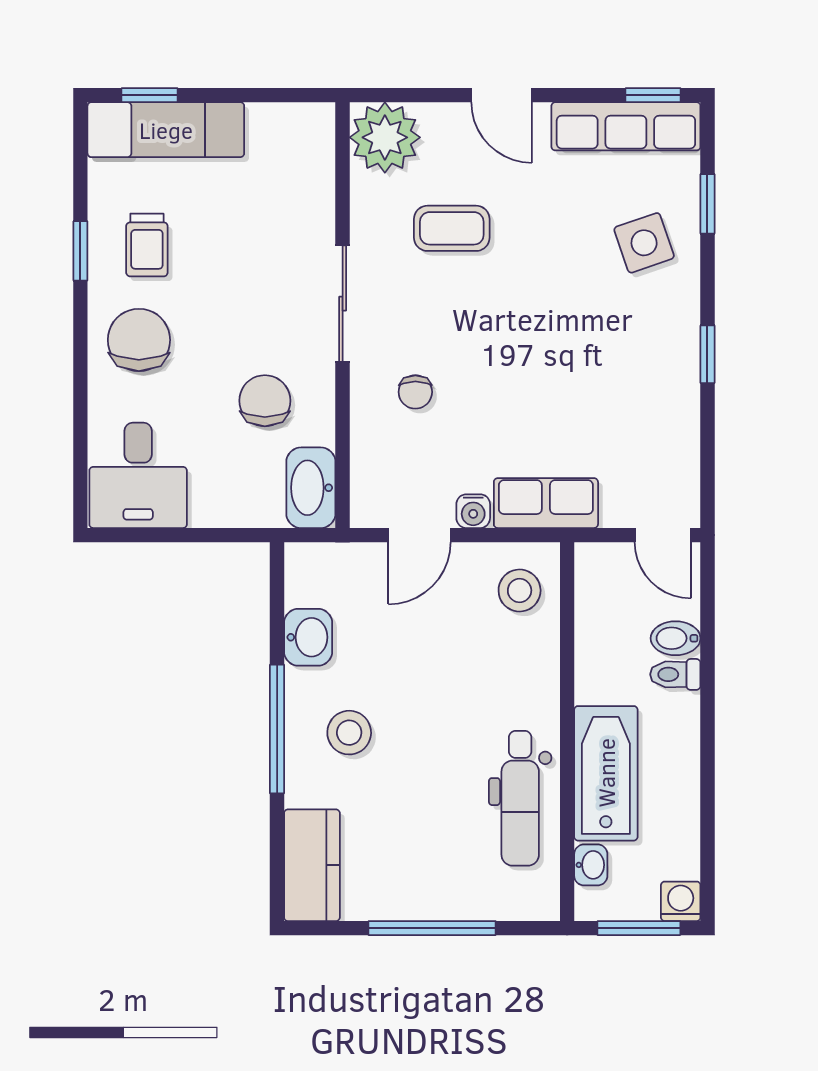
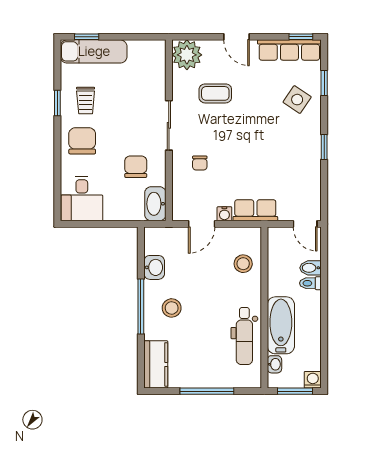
side table: (644, 243) -> (297, 100), turned -37
stool: (520, 590) -> (243, 264), moved

